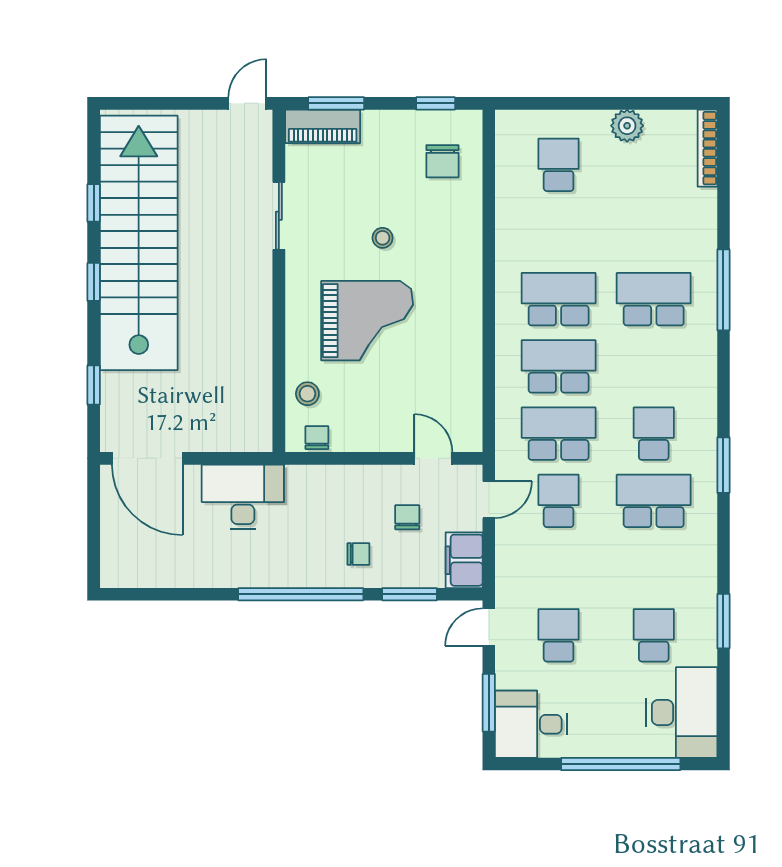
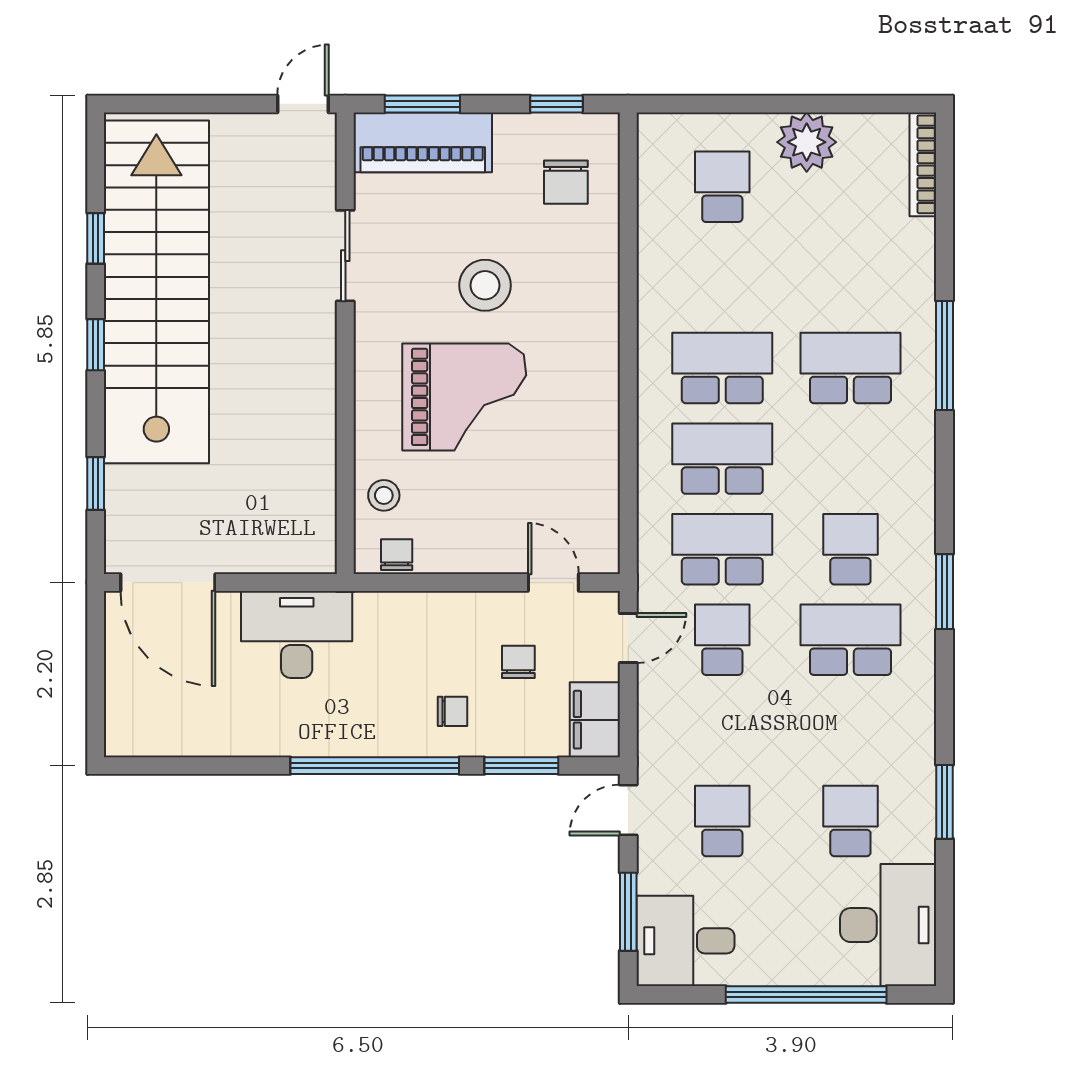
piano: (323, 126) -> (423, 142), width x1.37, depth x1.33
plant: (627, 126) -> (807, 142), width x1.36, depth x1.36
stool: (383, 238) -> (485, 285), width x1.89, depth x1.89

